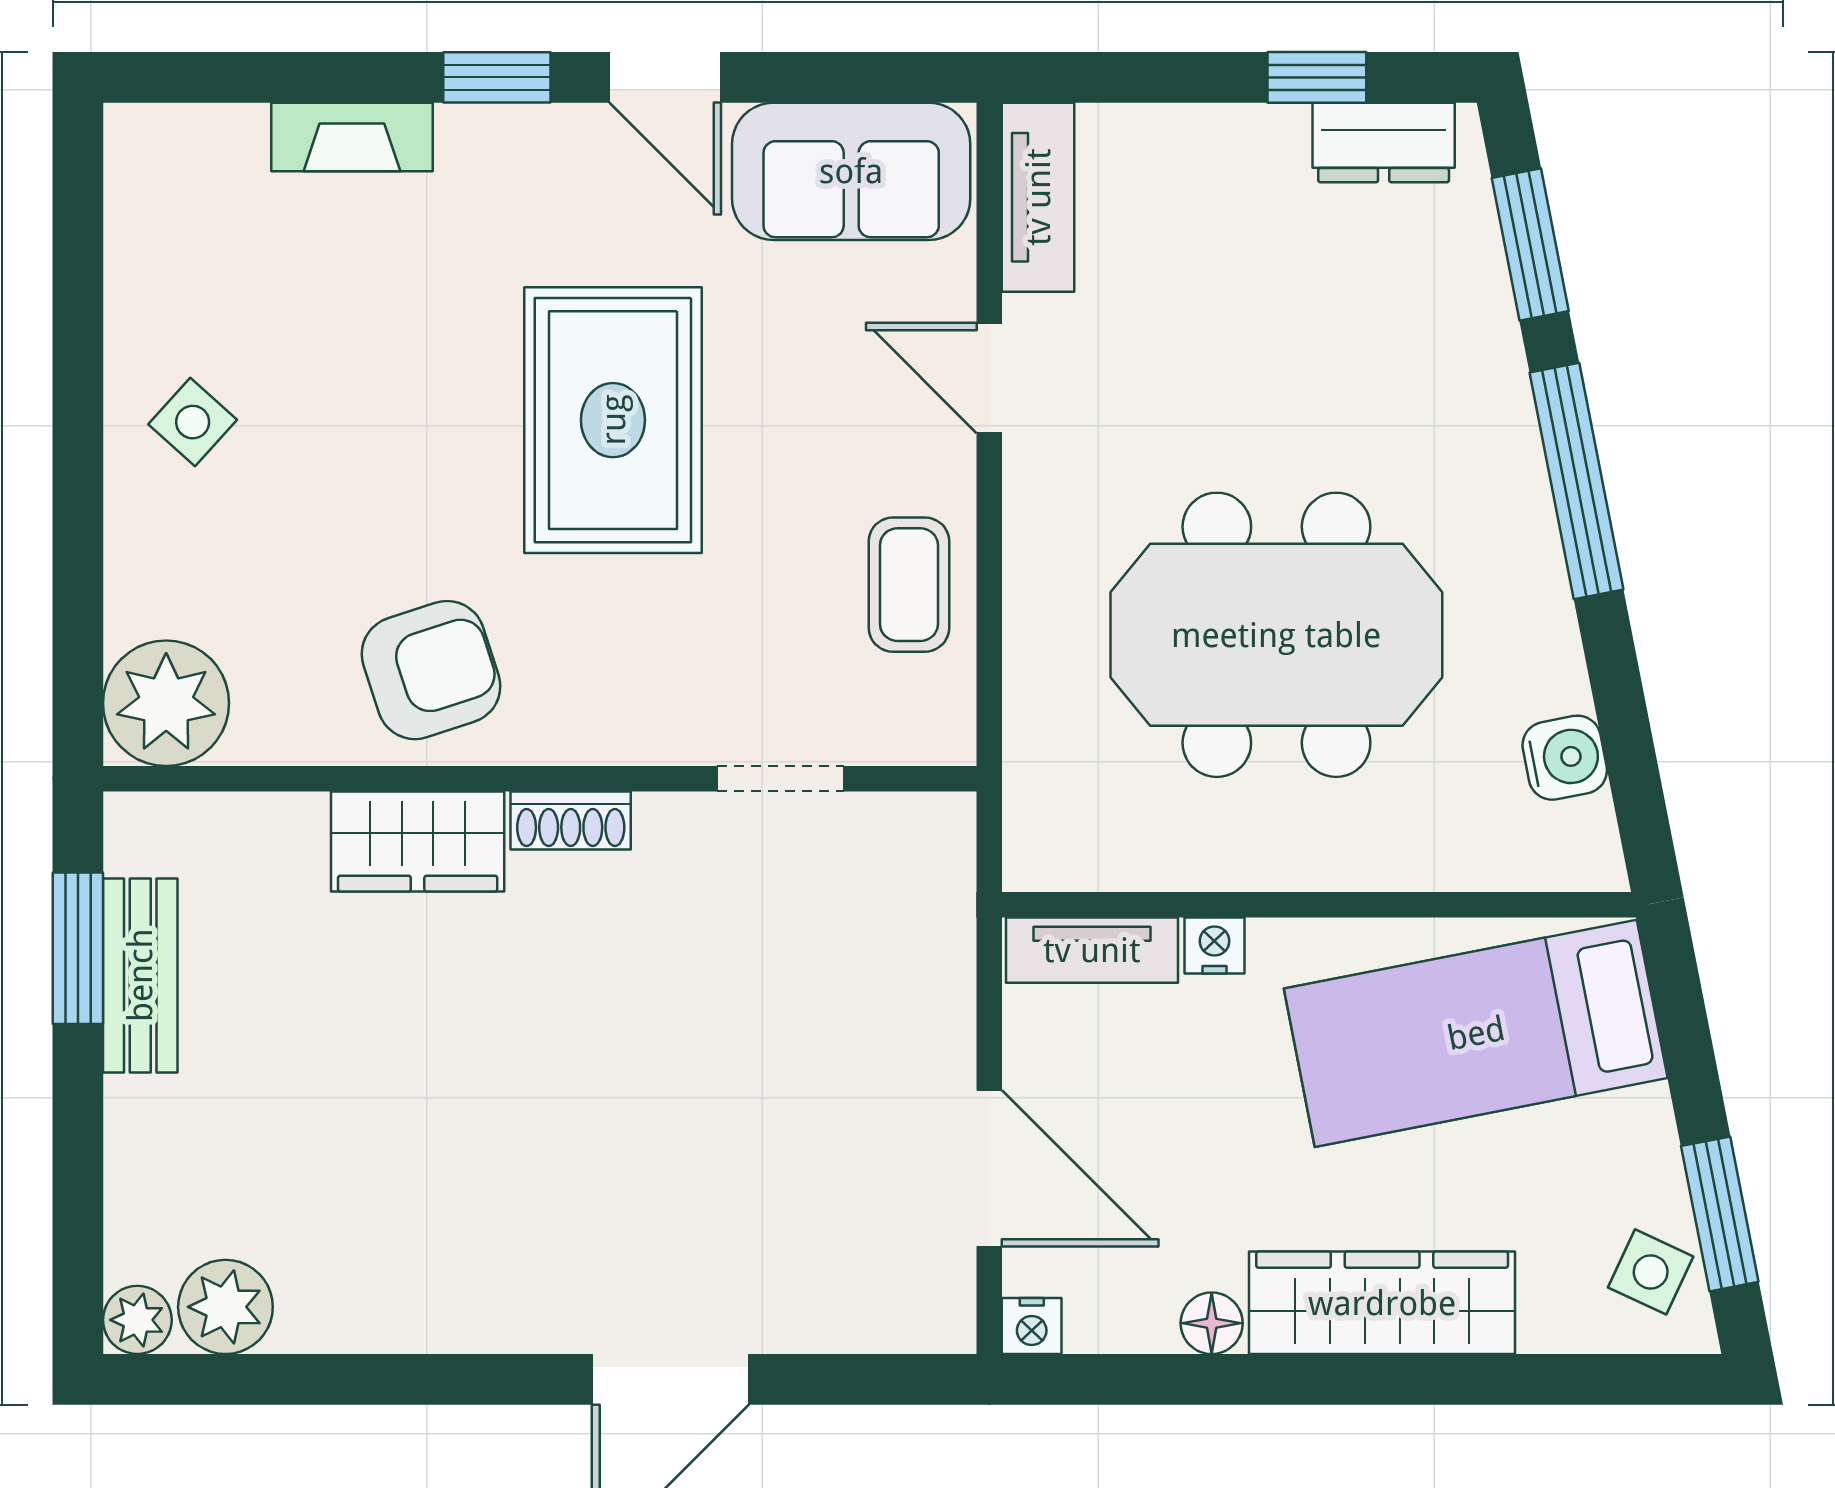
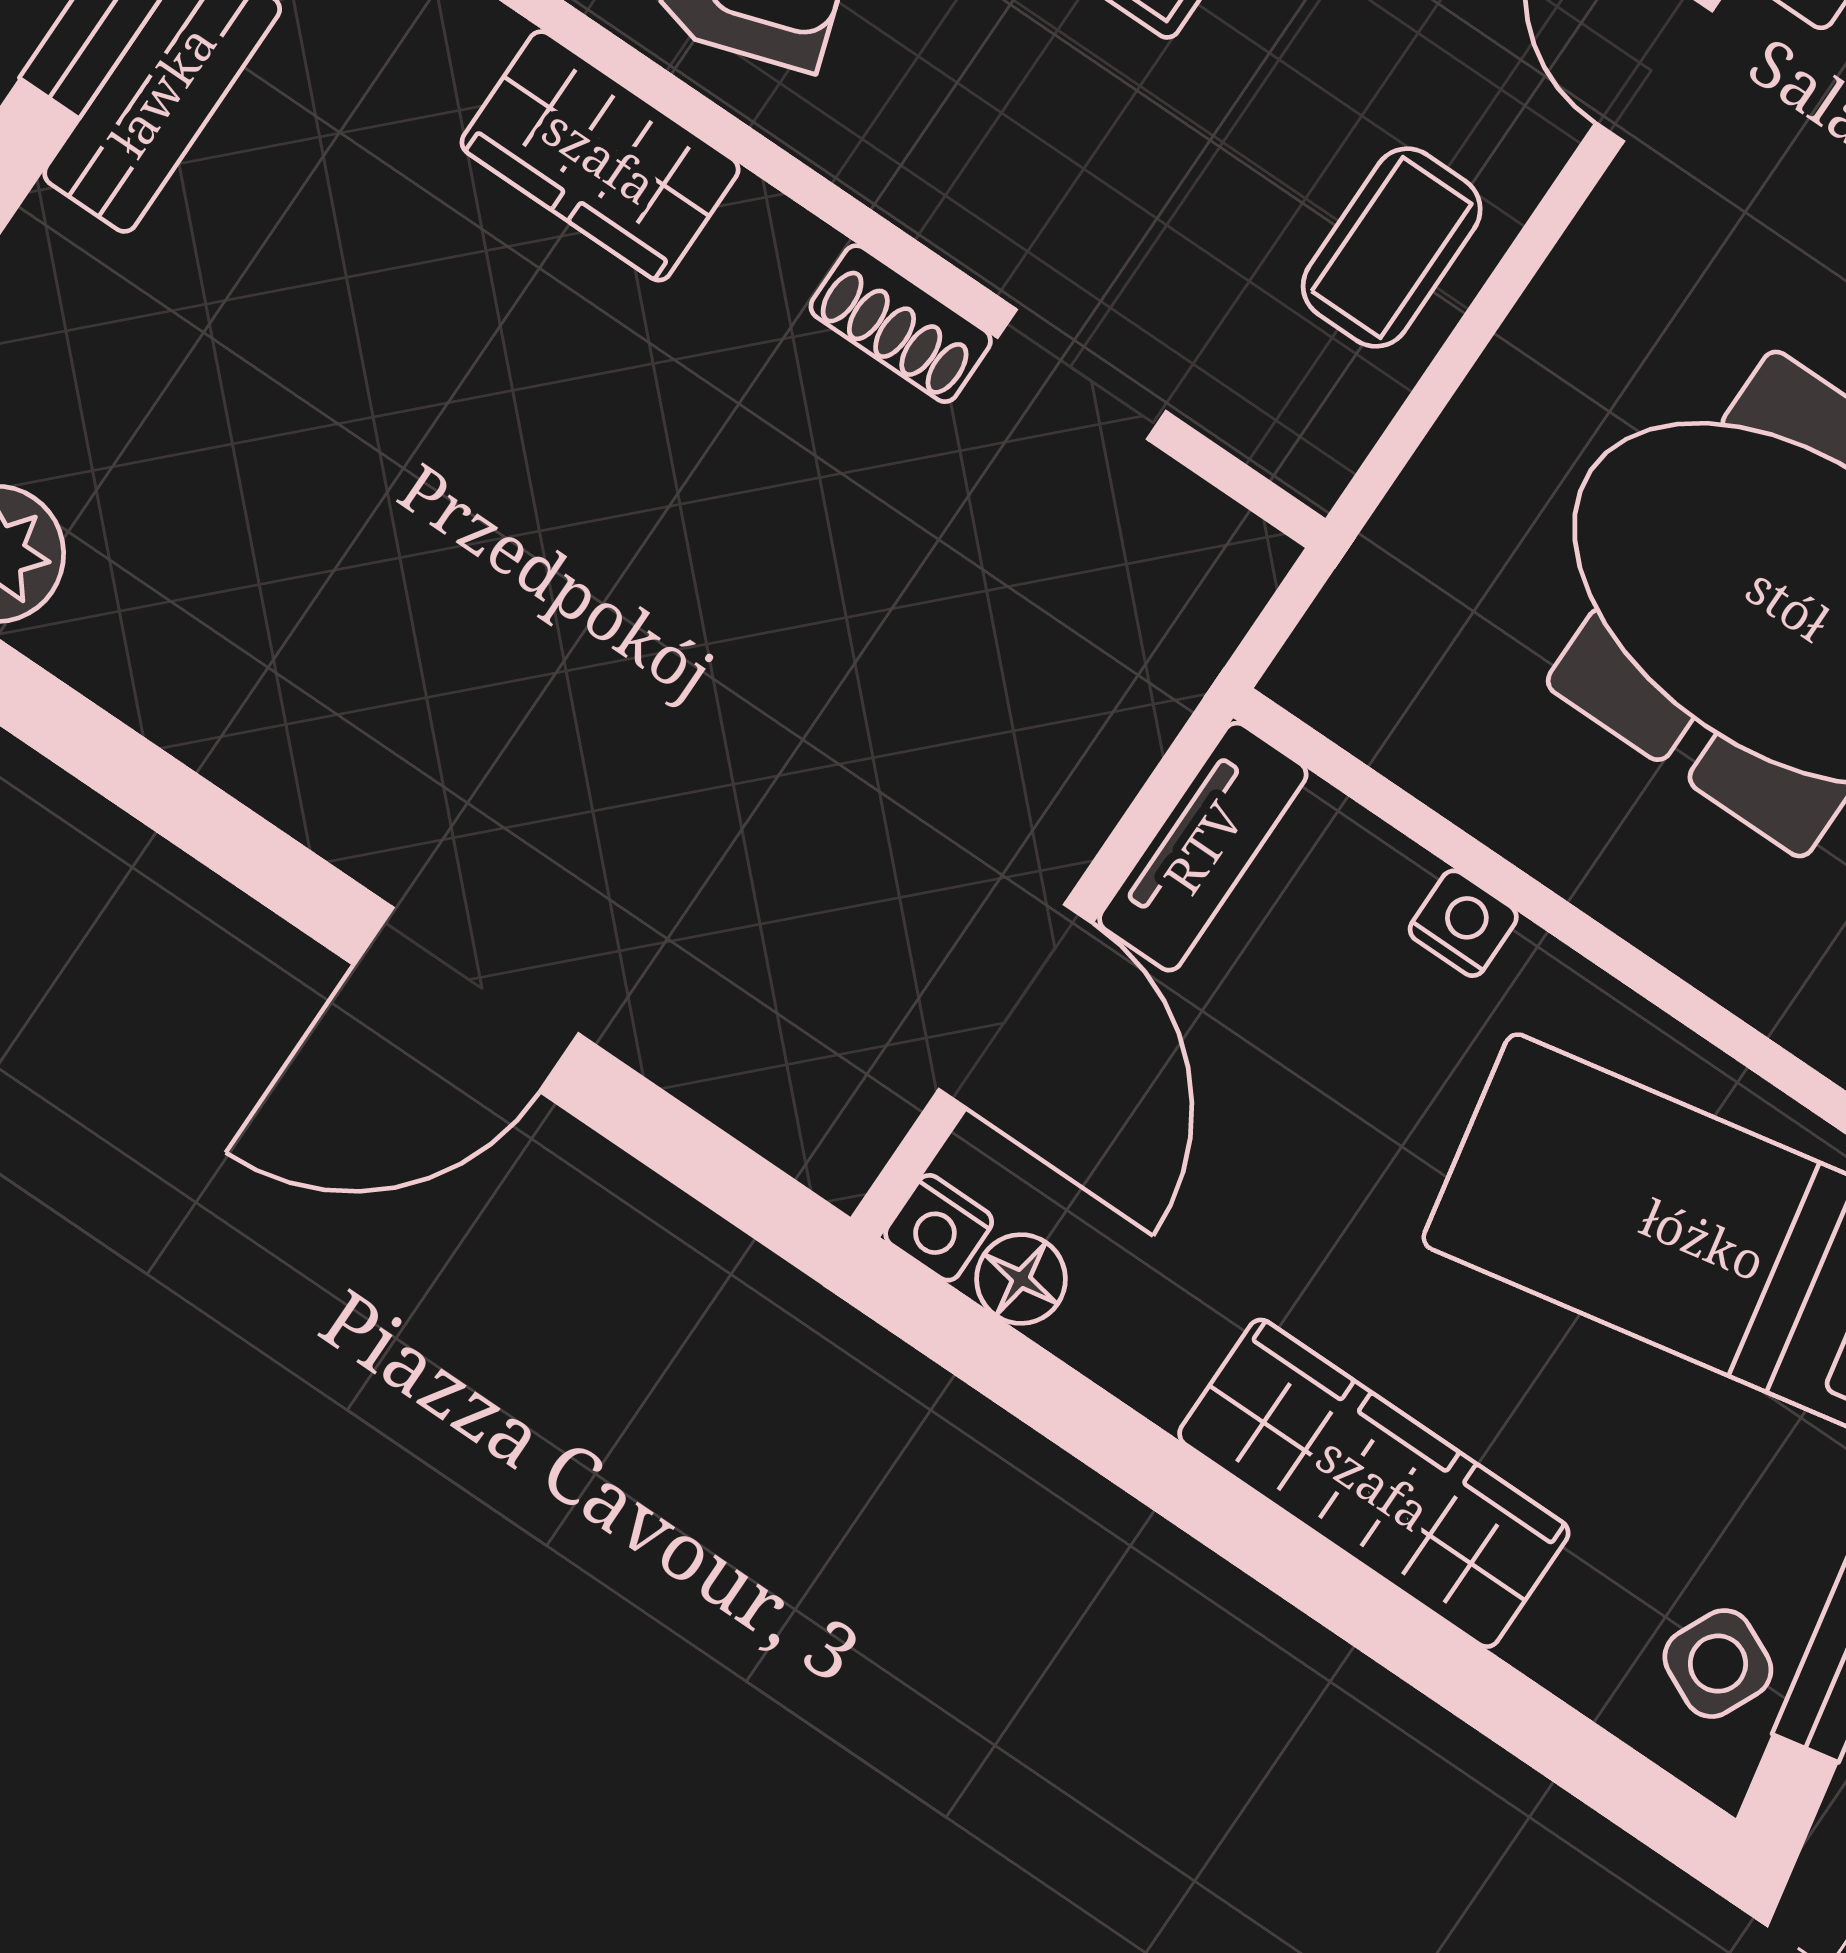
shoe rack: (571, 820) -> (901, 324), moved
tv unit: (1092, 950) -> (1203, 847), moved, turned -90
floor lamp: (1212, 1323) -> (1021, 1279), moved

